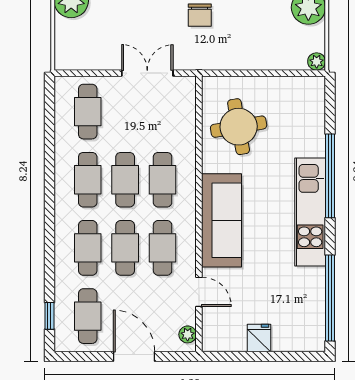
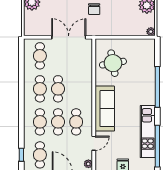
double door: (147, 73) -> (69, 37), width x1.37
cafe table: (163, 180) -> (76, 89), removed
kitchen unit: (310, 212) -> (148, 132), moved
door: (199, 292) -> (94, 143), hinge flipped

